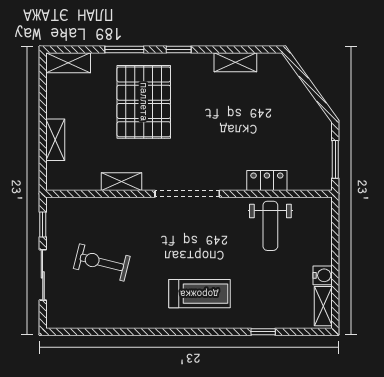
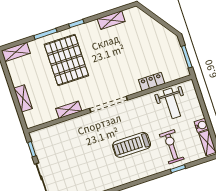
weight bench: (270, 226) -> (172, 103), moved
exercise bike: (102, 262) -> (172, 147), moved, turned 76
treadmill: (199, 294) -> (132, 145), moved, turned 180

